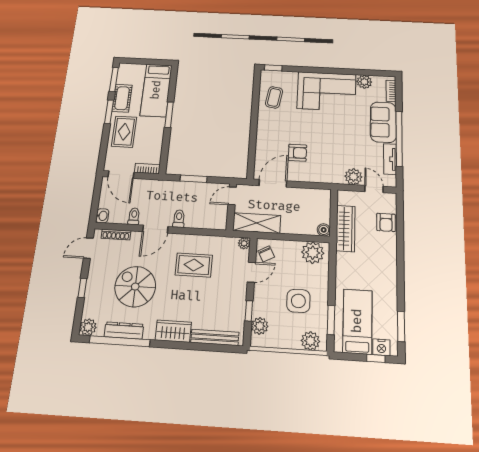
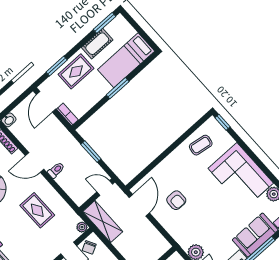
window: (109, 112) -> (57, 66), moved
door: (273, 183) -> (139, 205), hinge flipped
toilet: (134, 216) -> (29, 140), removed

